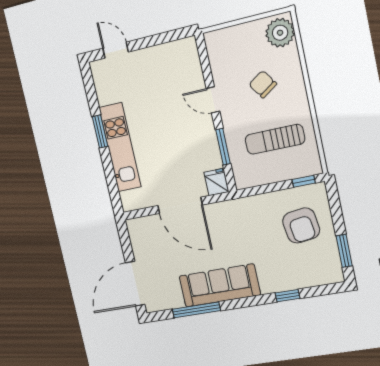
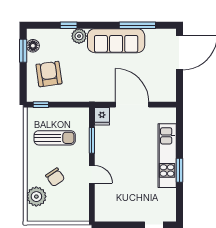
plant: (280, 33) -> (36, 197), moved
floor lamp: (332, 260) -> (33, 46), added
plant: (270, 284) -> (79, 36), added

